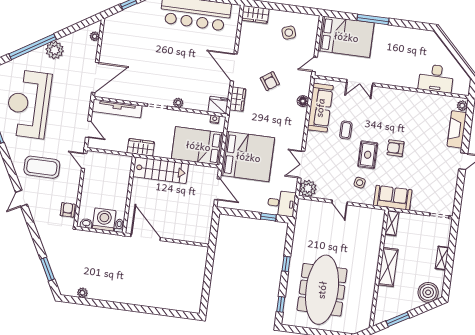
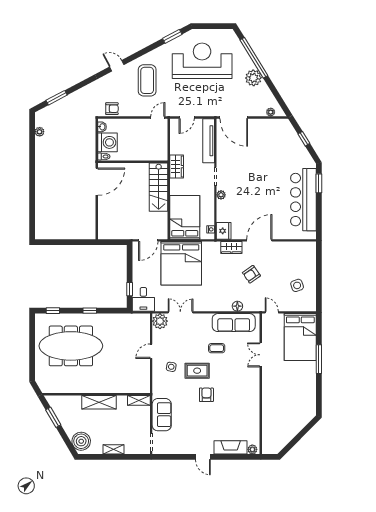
wardrobe: (255, 14) -> (309, 253), removed
desk: (436, 78) -> (274, 423), removed
sofa: (393, 198) -> (162, 415), moved

